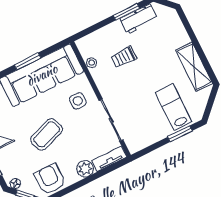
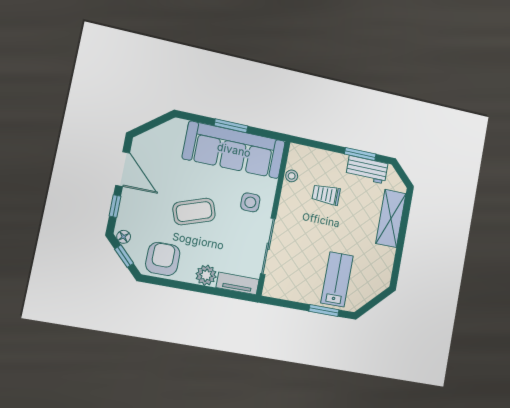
shelving: (194, 67) -> (391, 218), moved

